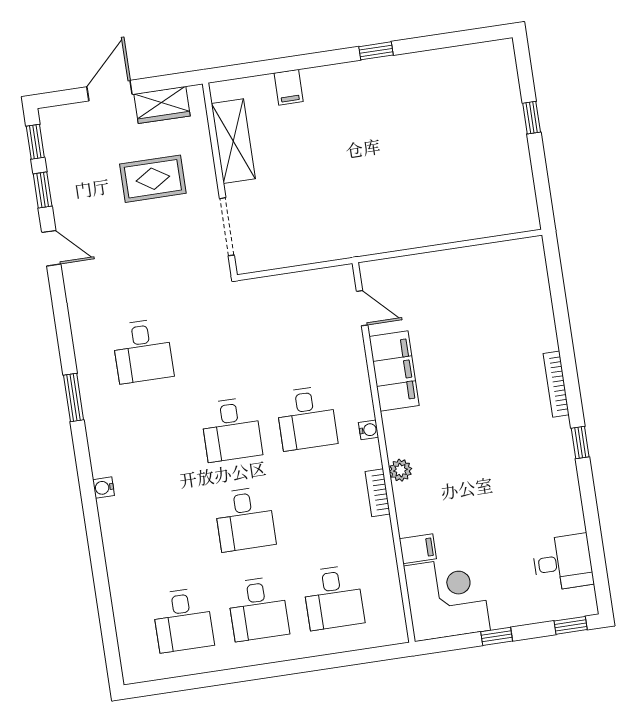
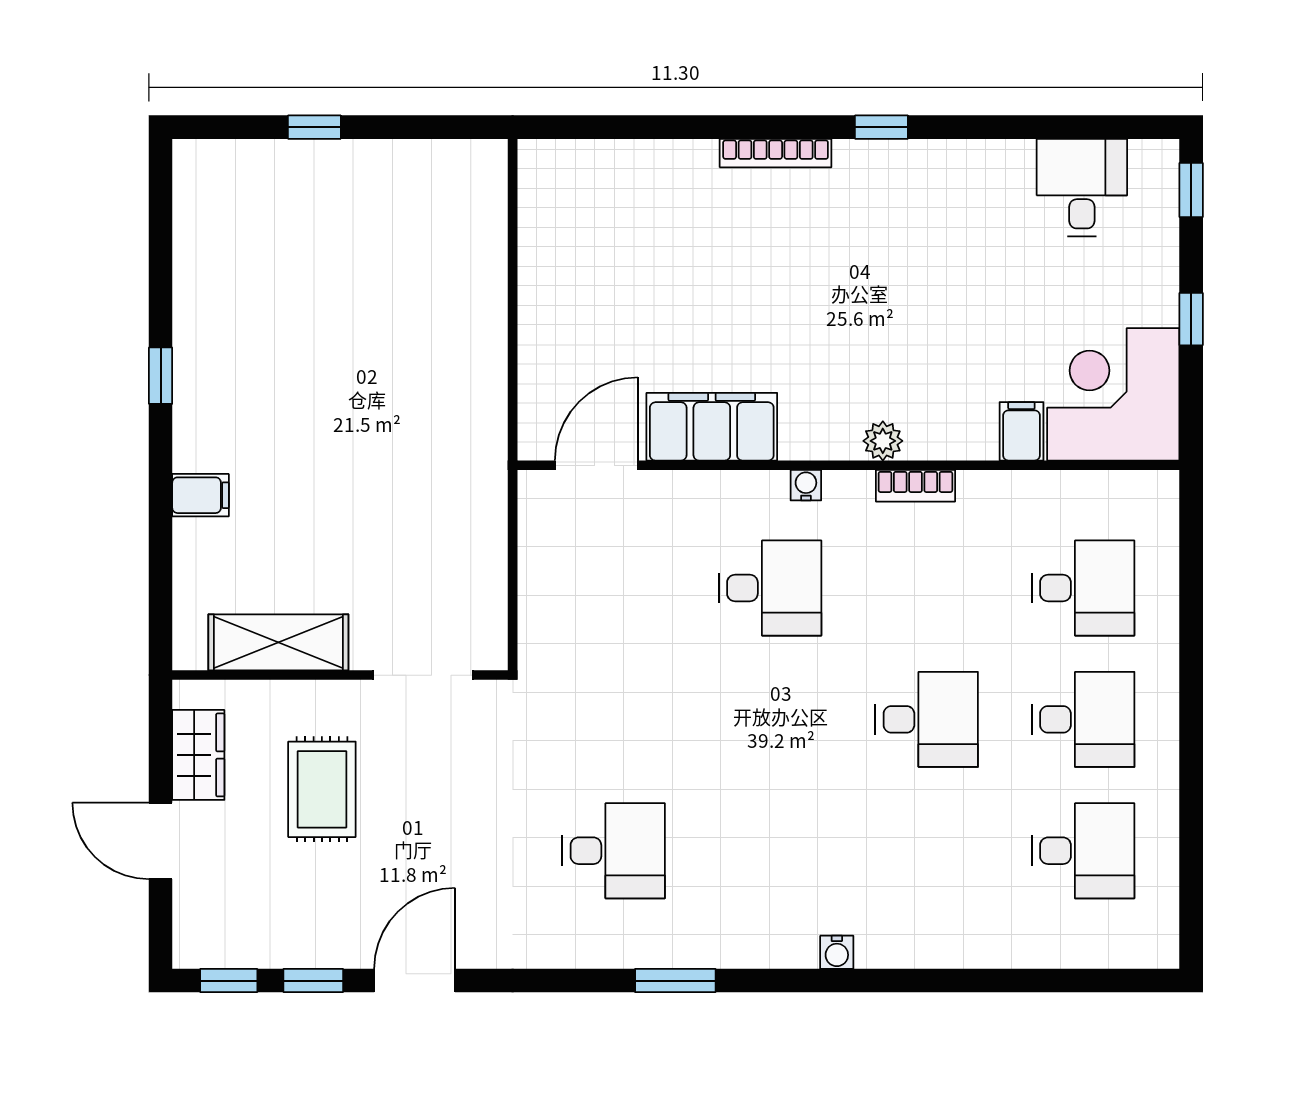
filing cabinet: (289, 87) -> (201, 495), moved
door: (51, 248) -> (415, 981), width x1.38
door: (362, 308) -> (596, 465), width x1.38
desk: (231, 429) -> (770, 719), removed

